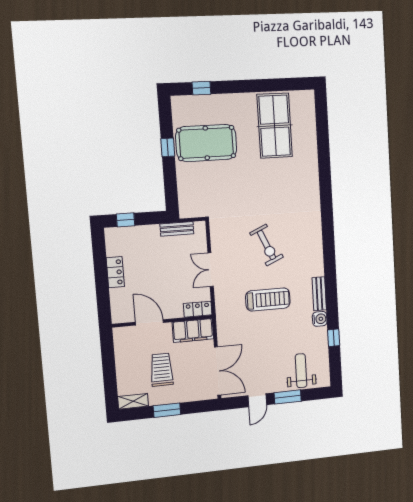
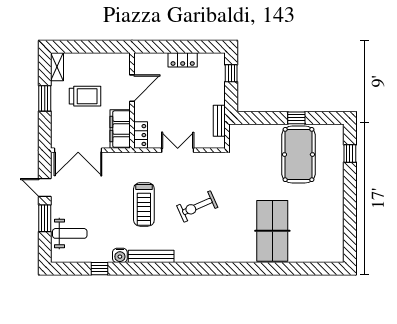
table tennis table: (275, 126) -> (272, 231), moved, turned 90
bench: (319, 294) -> (151, 256), width x1.36

